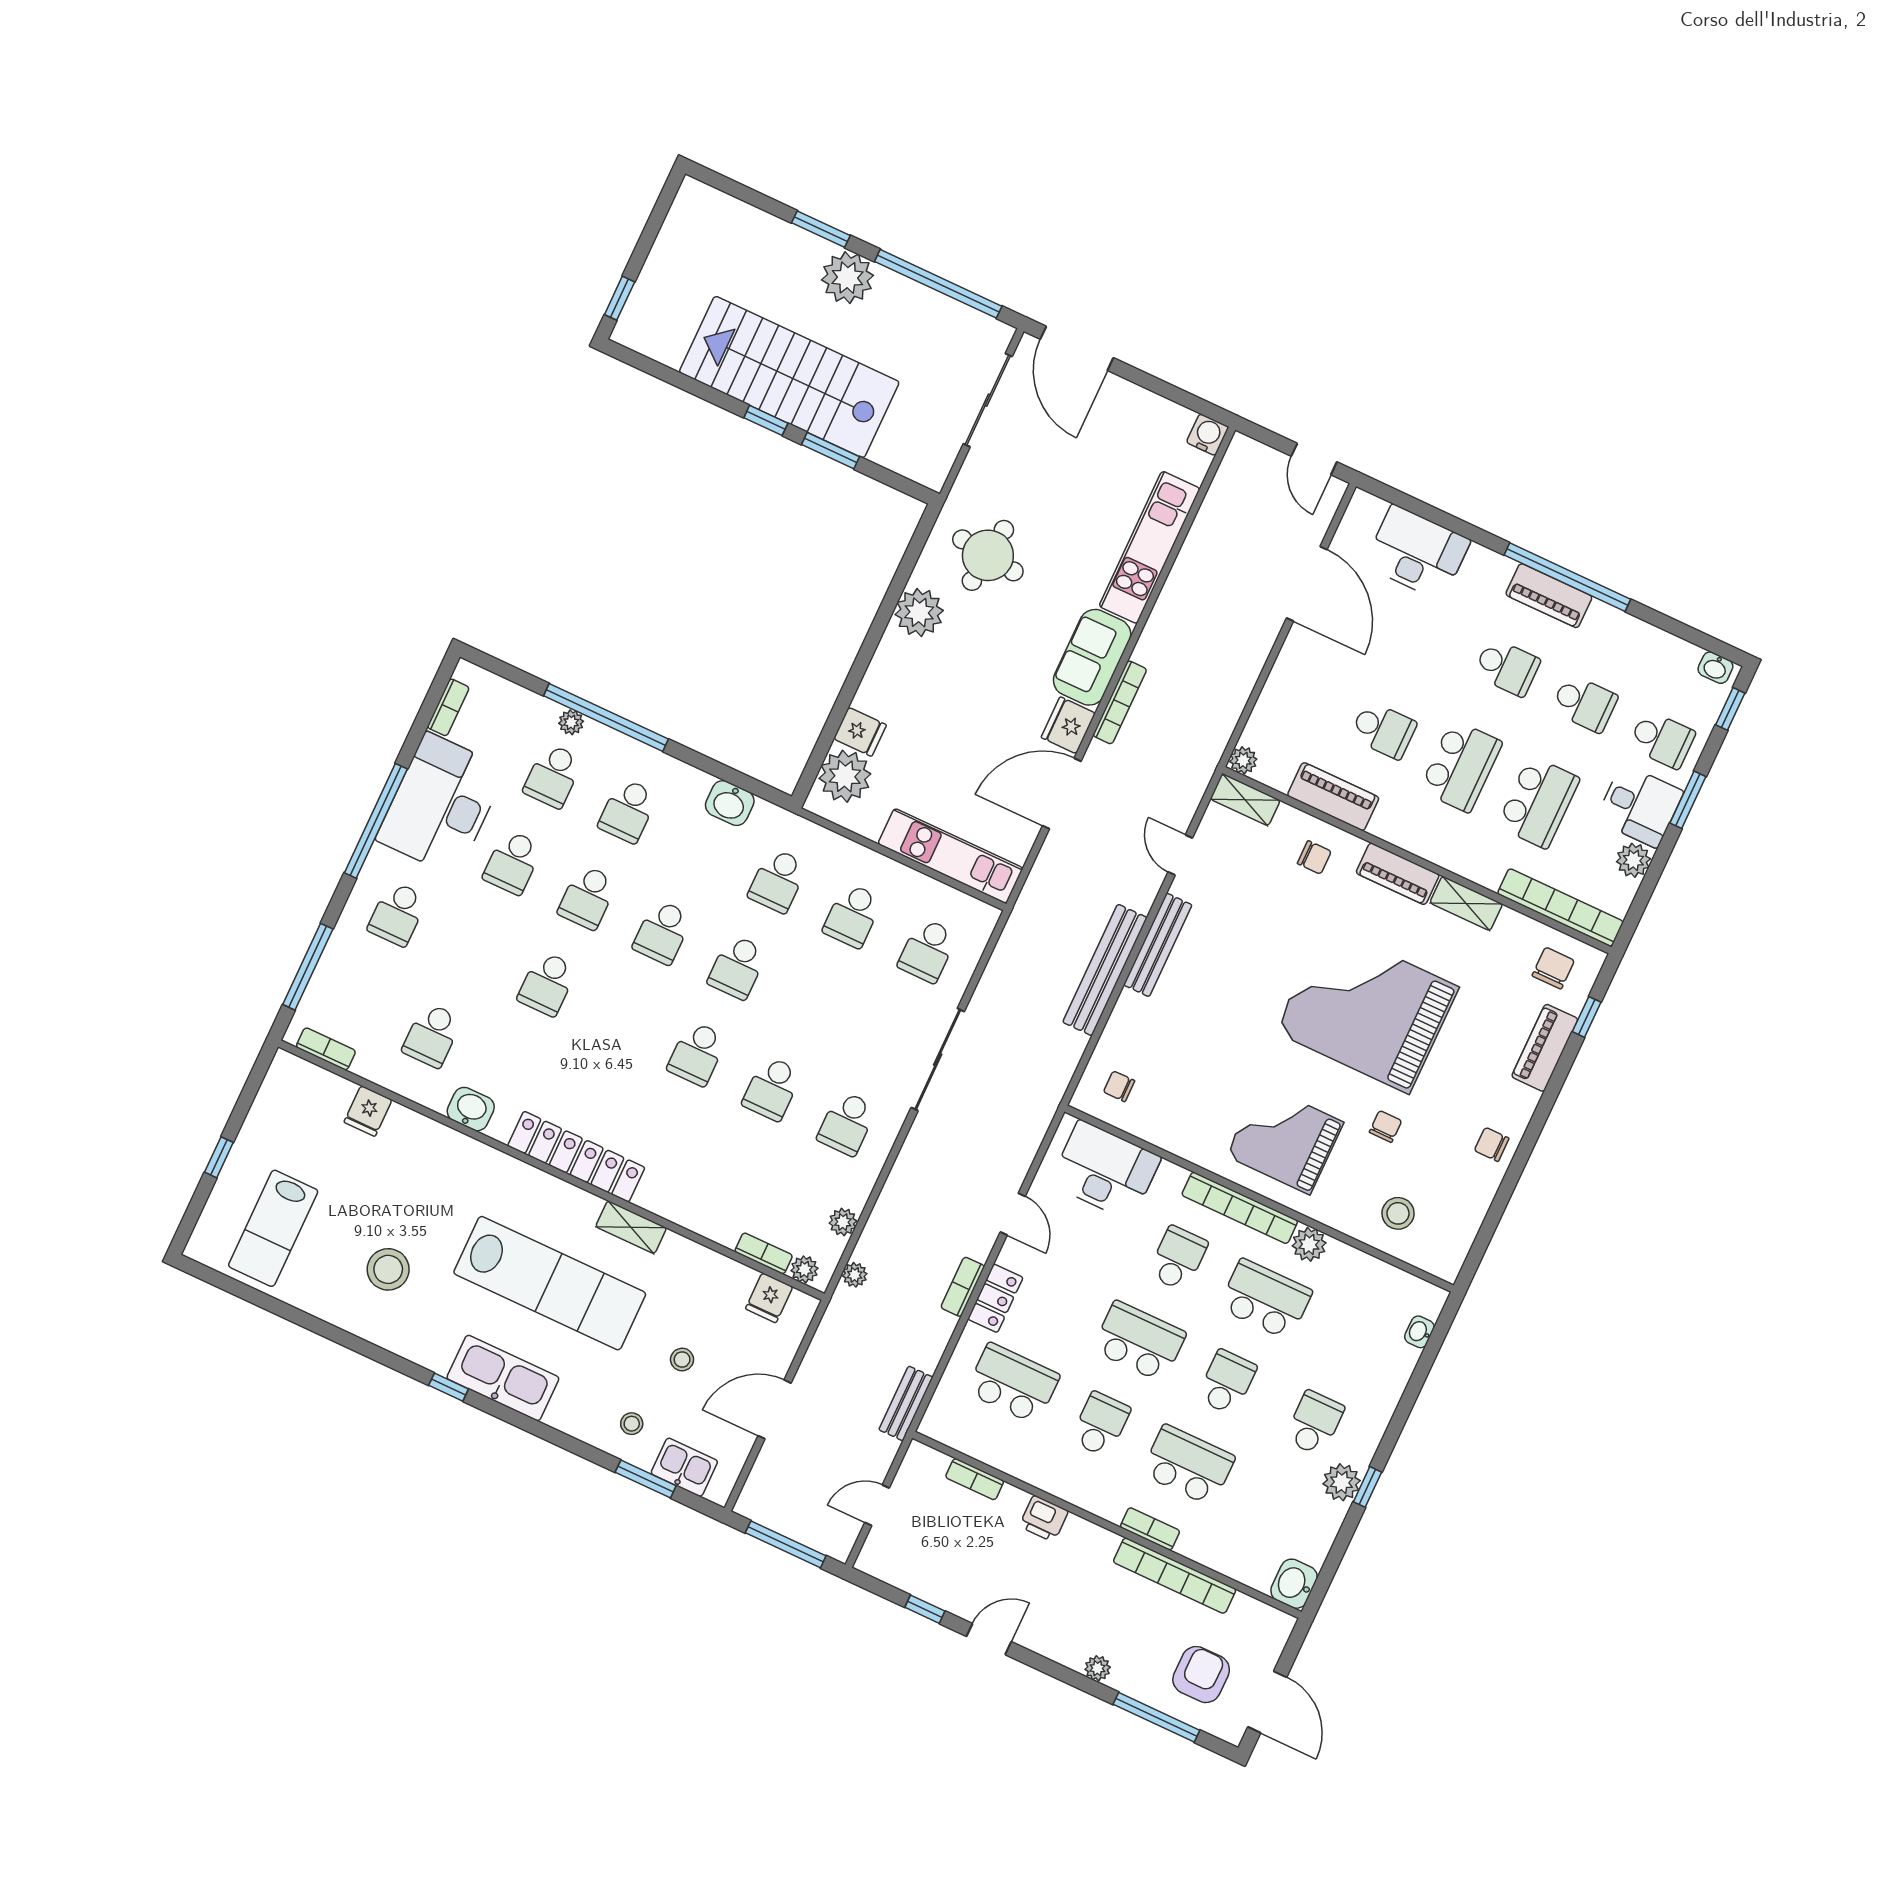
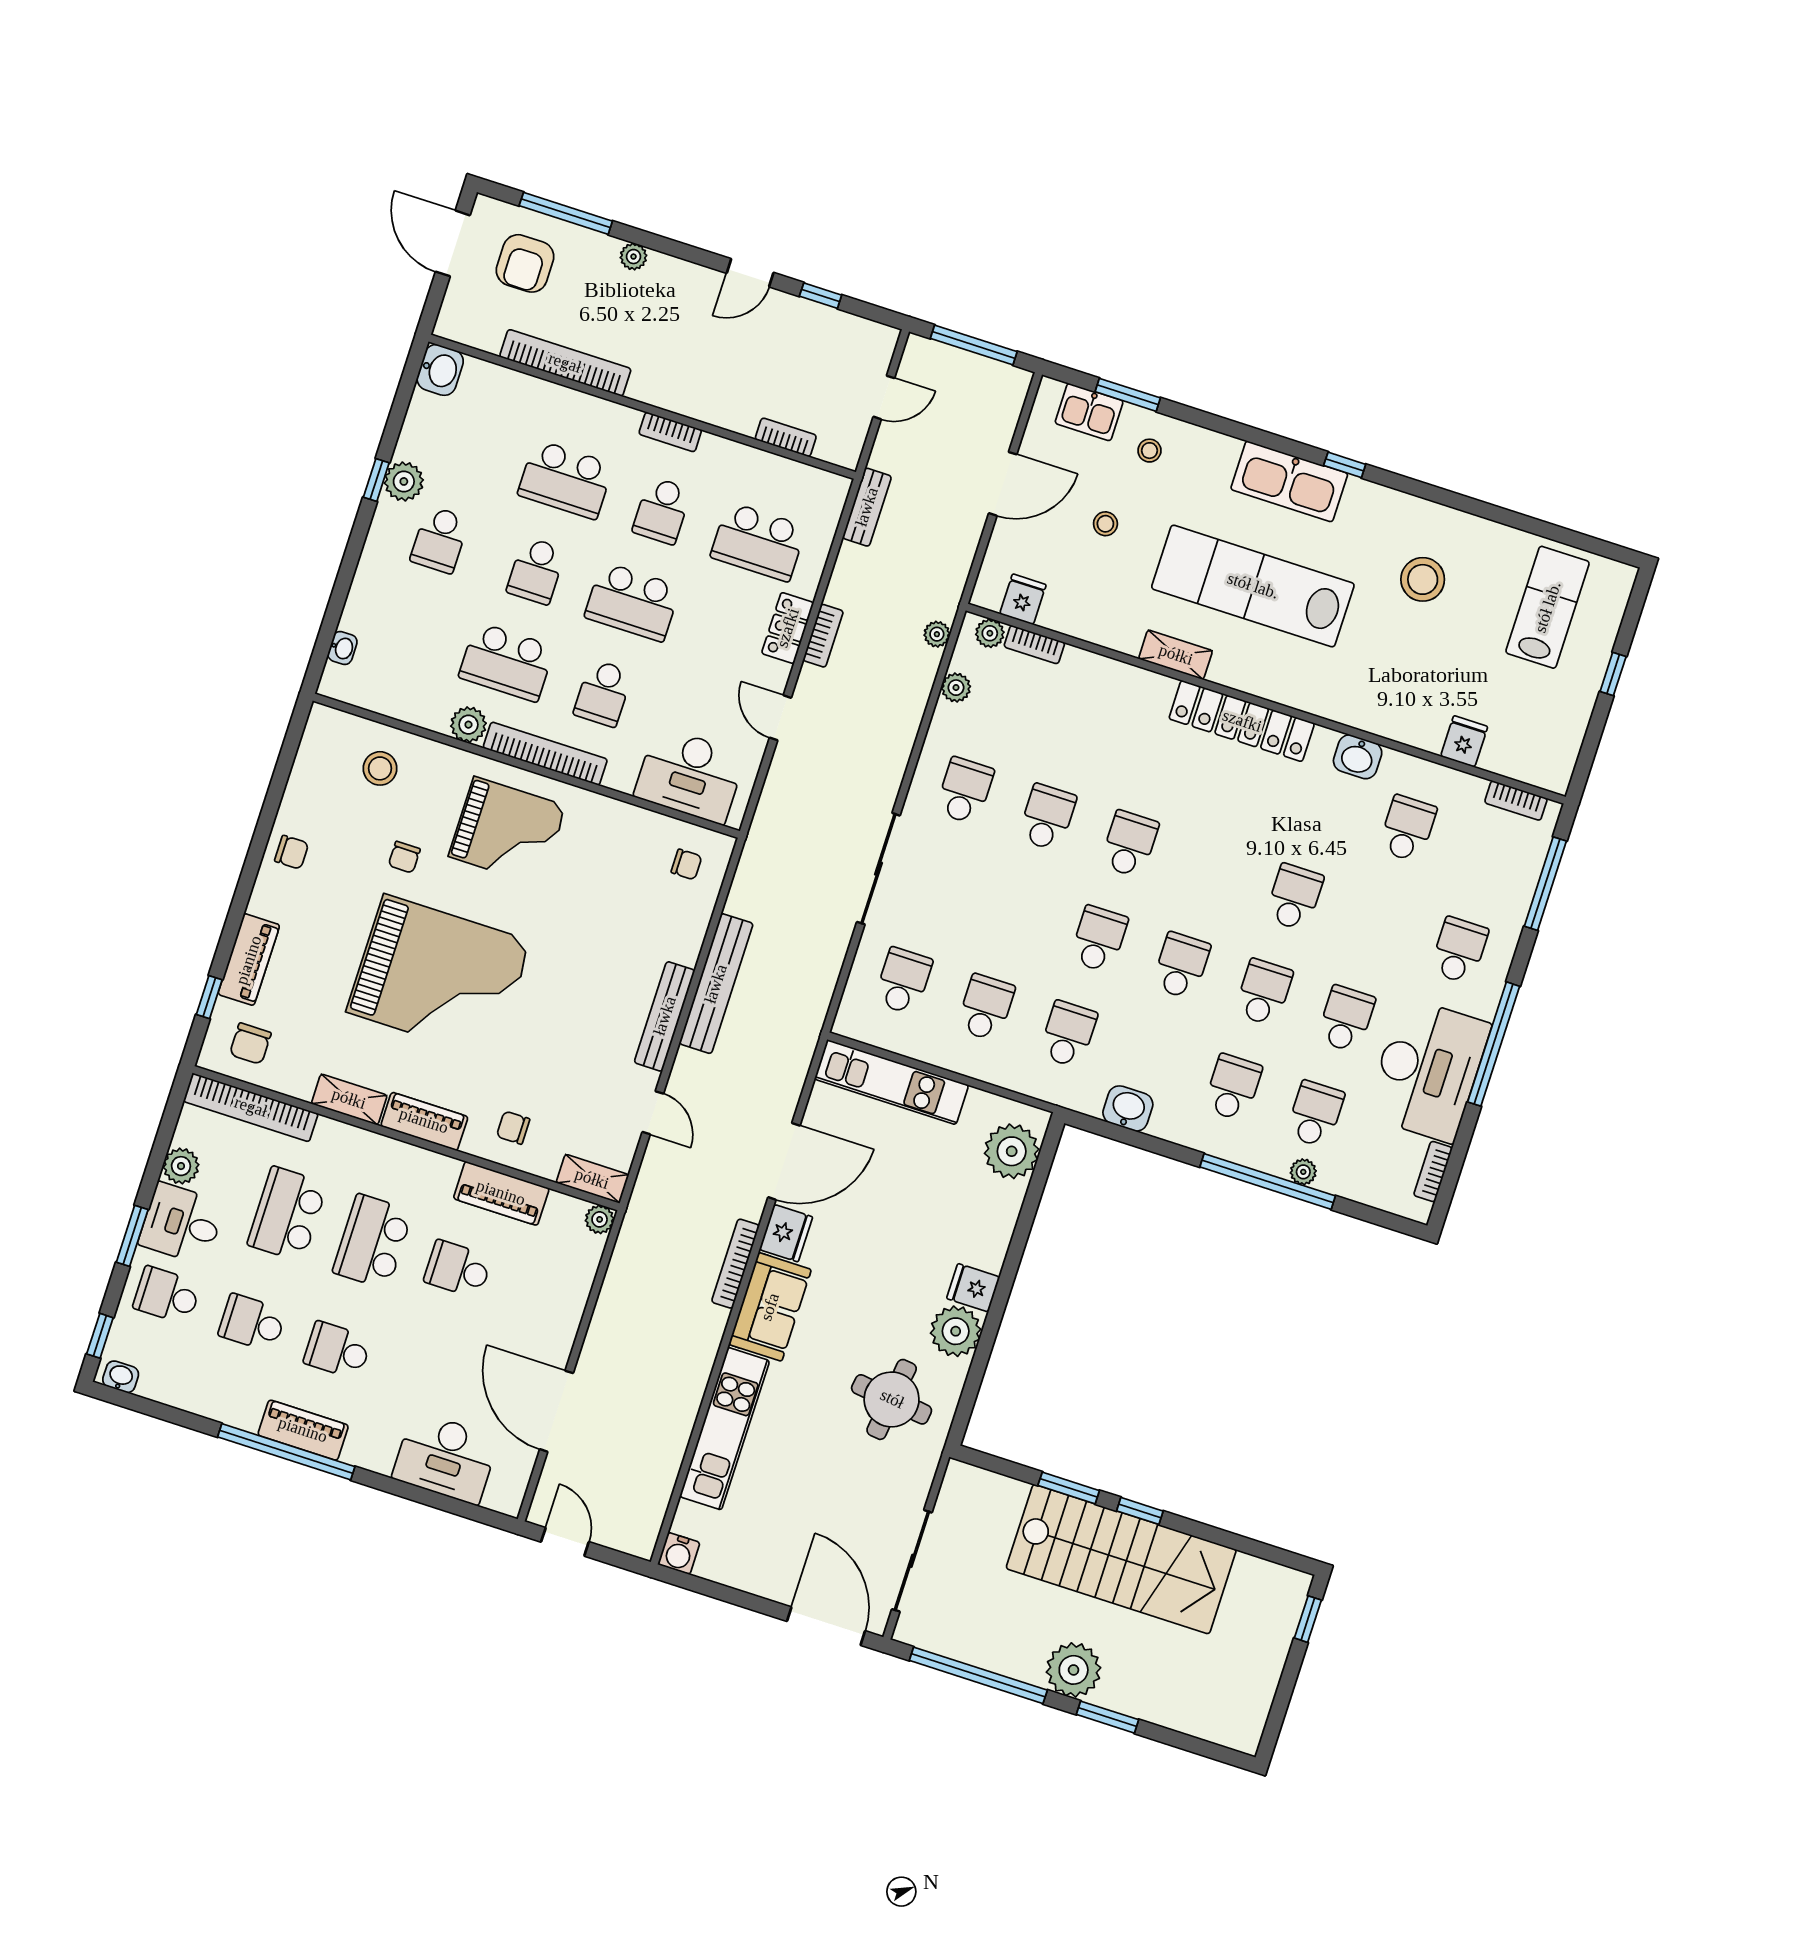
fridge: (860, 732) -> (973, 1288), moved
printer: (1044, 1519) -> (709, 405), removed
bookcase: (1150, 1529) -> (670, 432), moved

